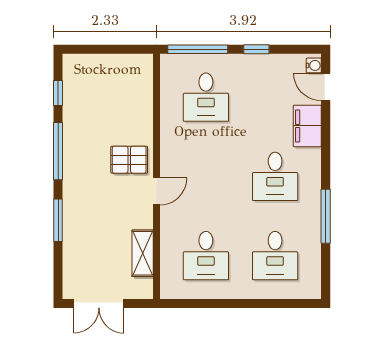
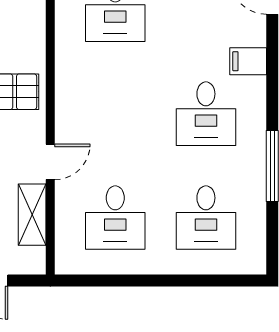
filing cabinet: (307, 126) -> (248, 61), width x0.50
door: (156, 191) -> (50, 162), moved

